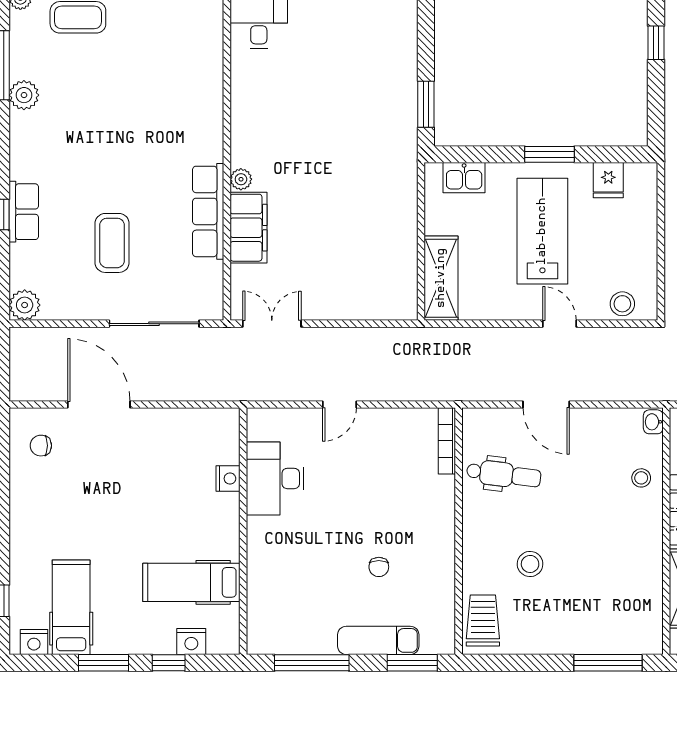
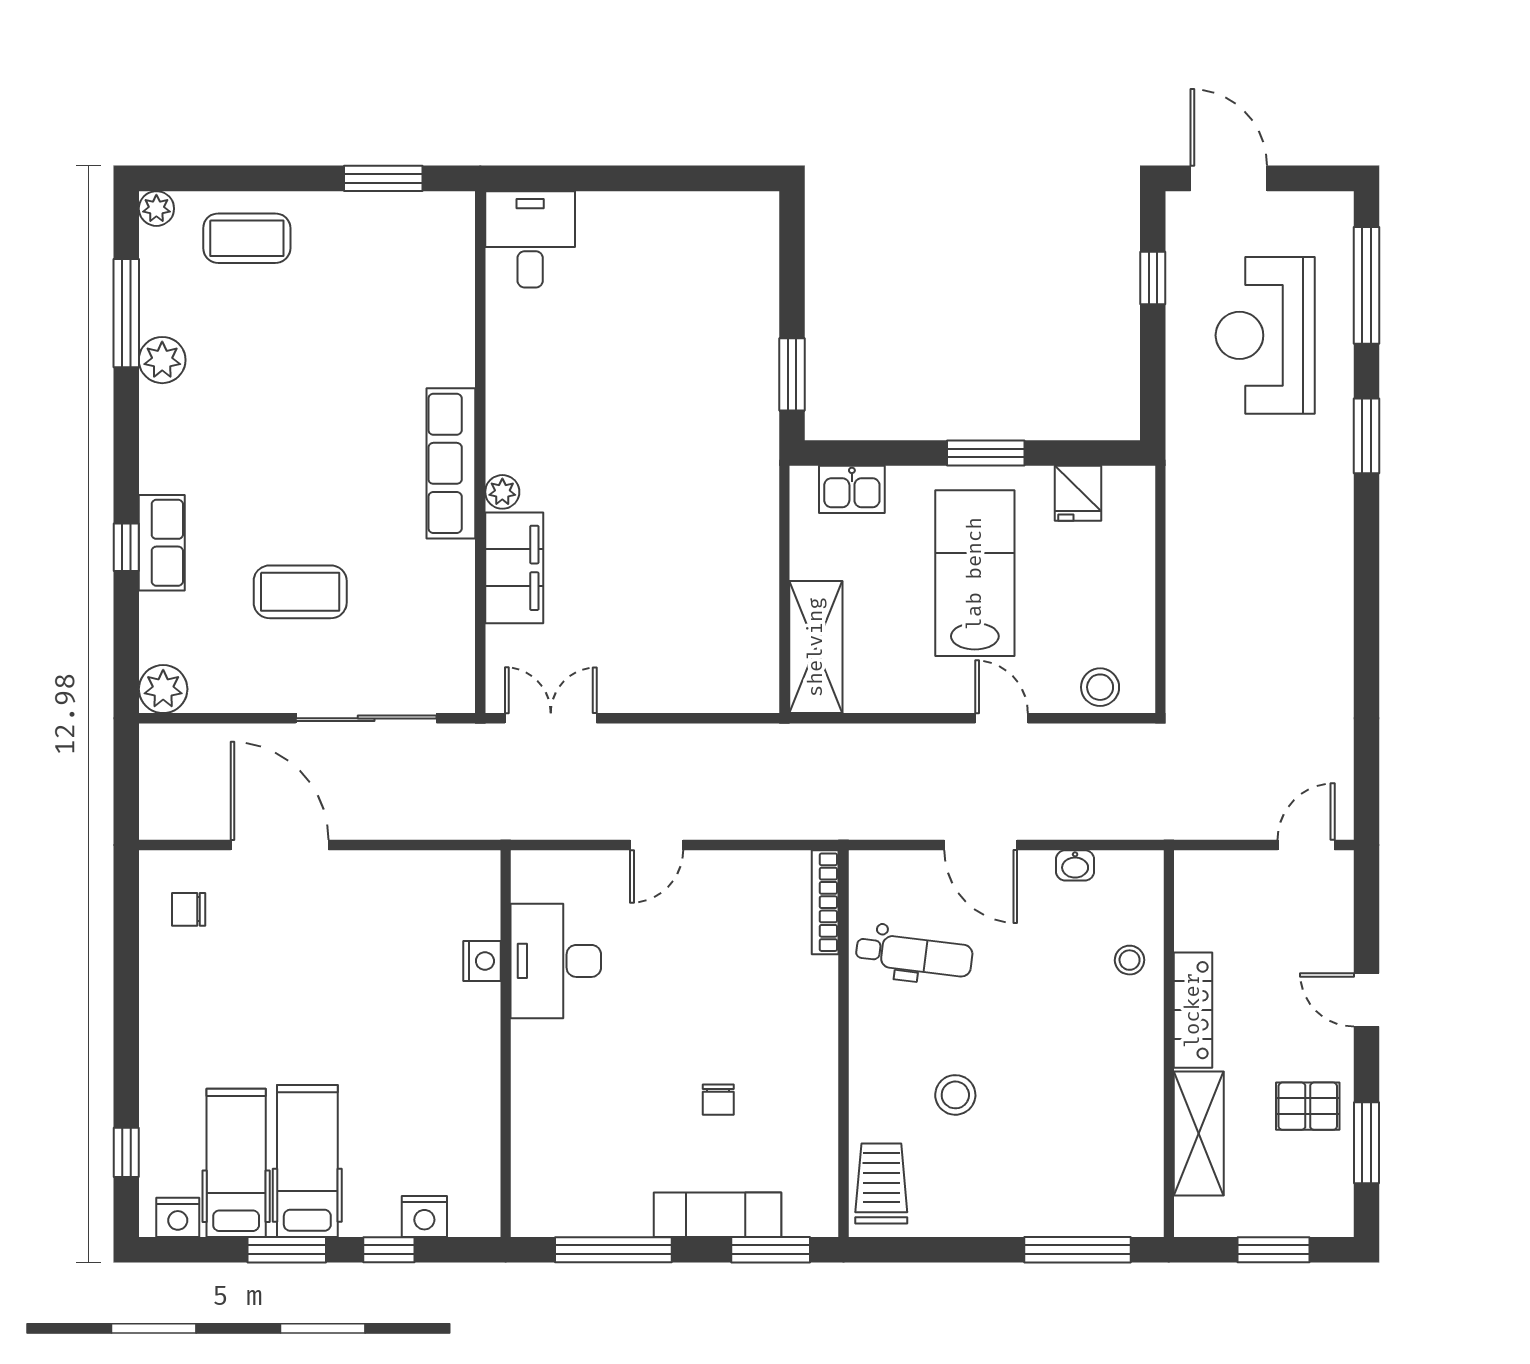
row of seats: (208, 211) -> (451, 463), moved
coffee table: (112, 243) -> (300, 592), turned 90
washbasin: (653, 422) -> (1075, 865), moved, turned -90
hospital bed: (191, 582) -> (307, 1161), moved, turned 90

